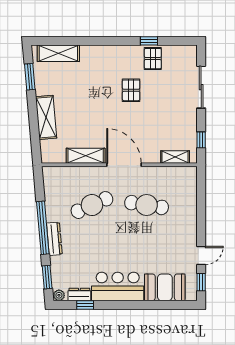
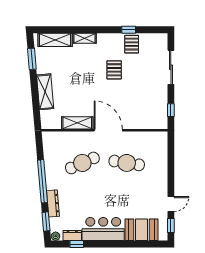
shelving: (175, 157) -> (85, 38), moved
dresser: (54, 239) -> (53, 203), moved

